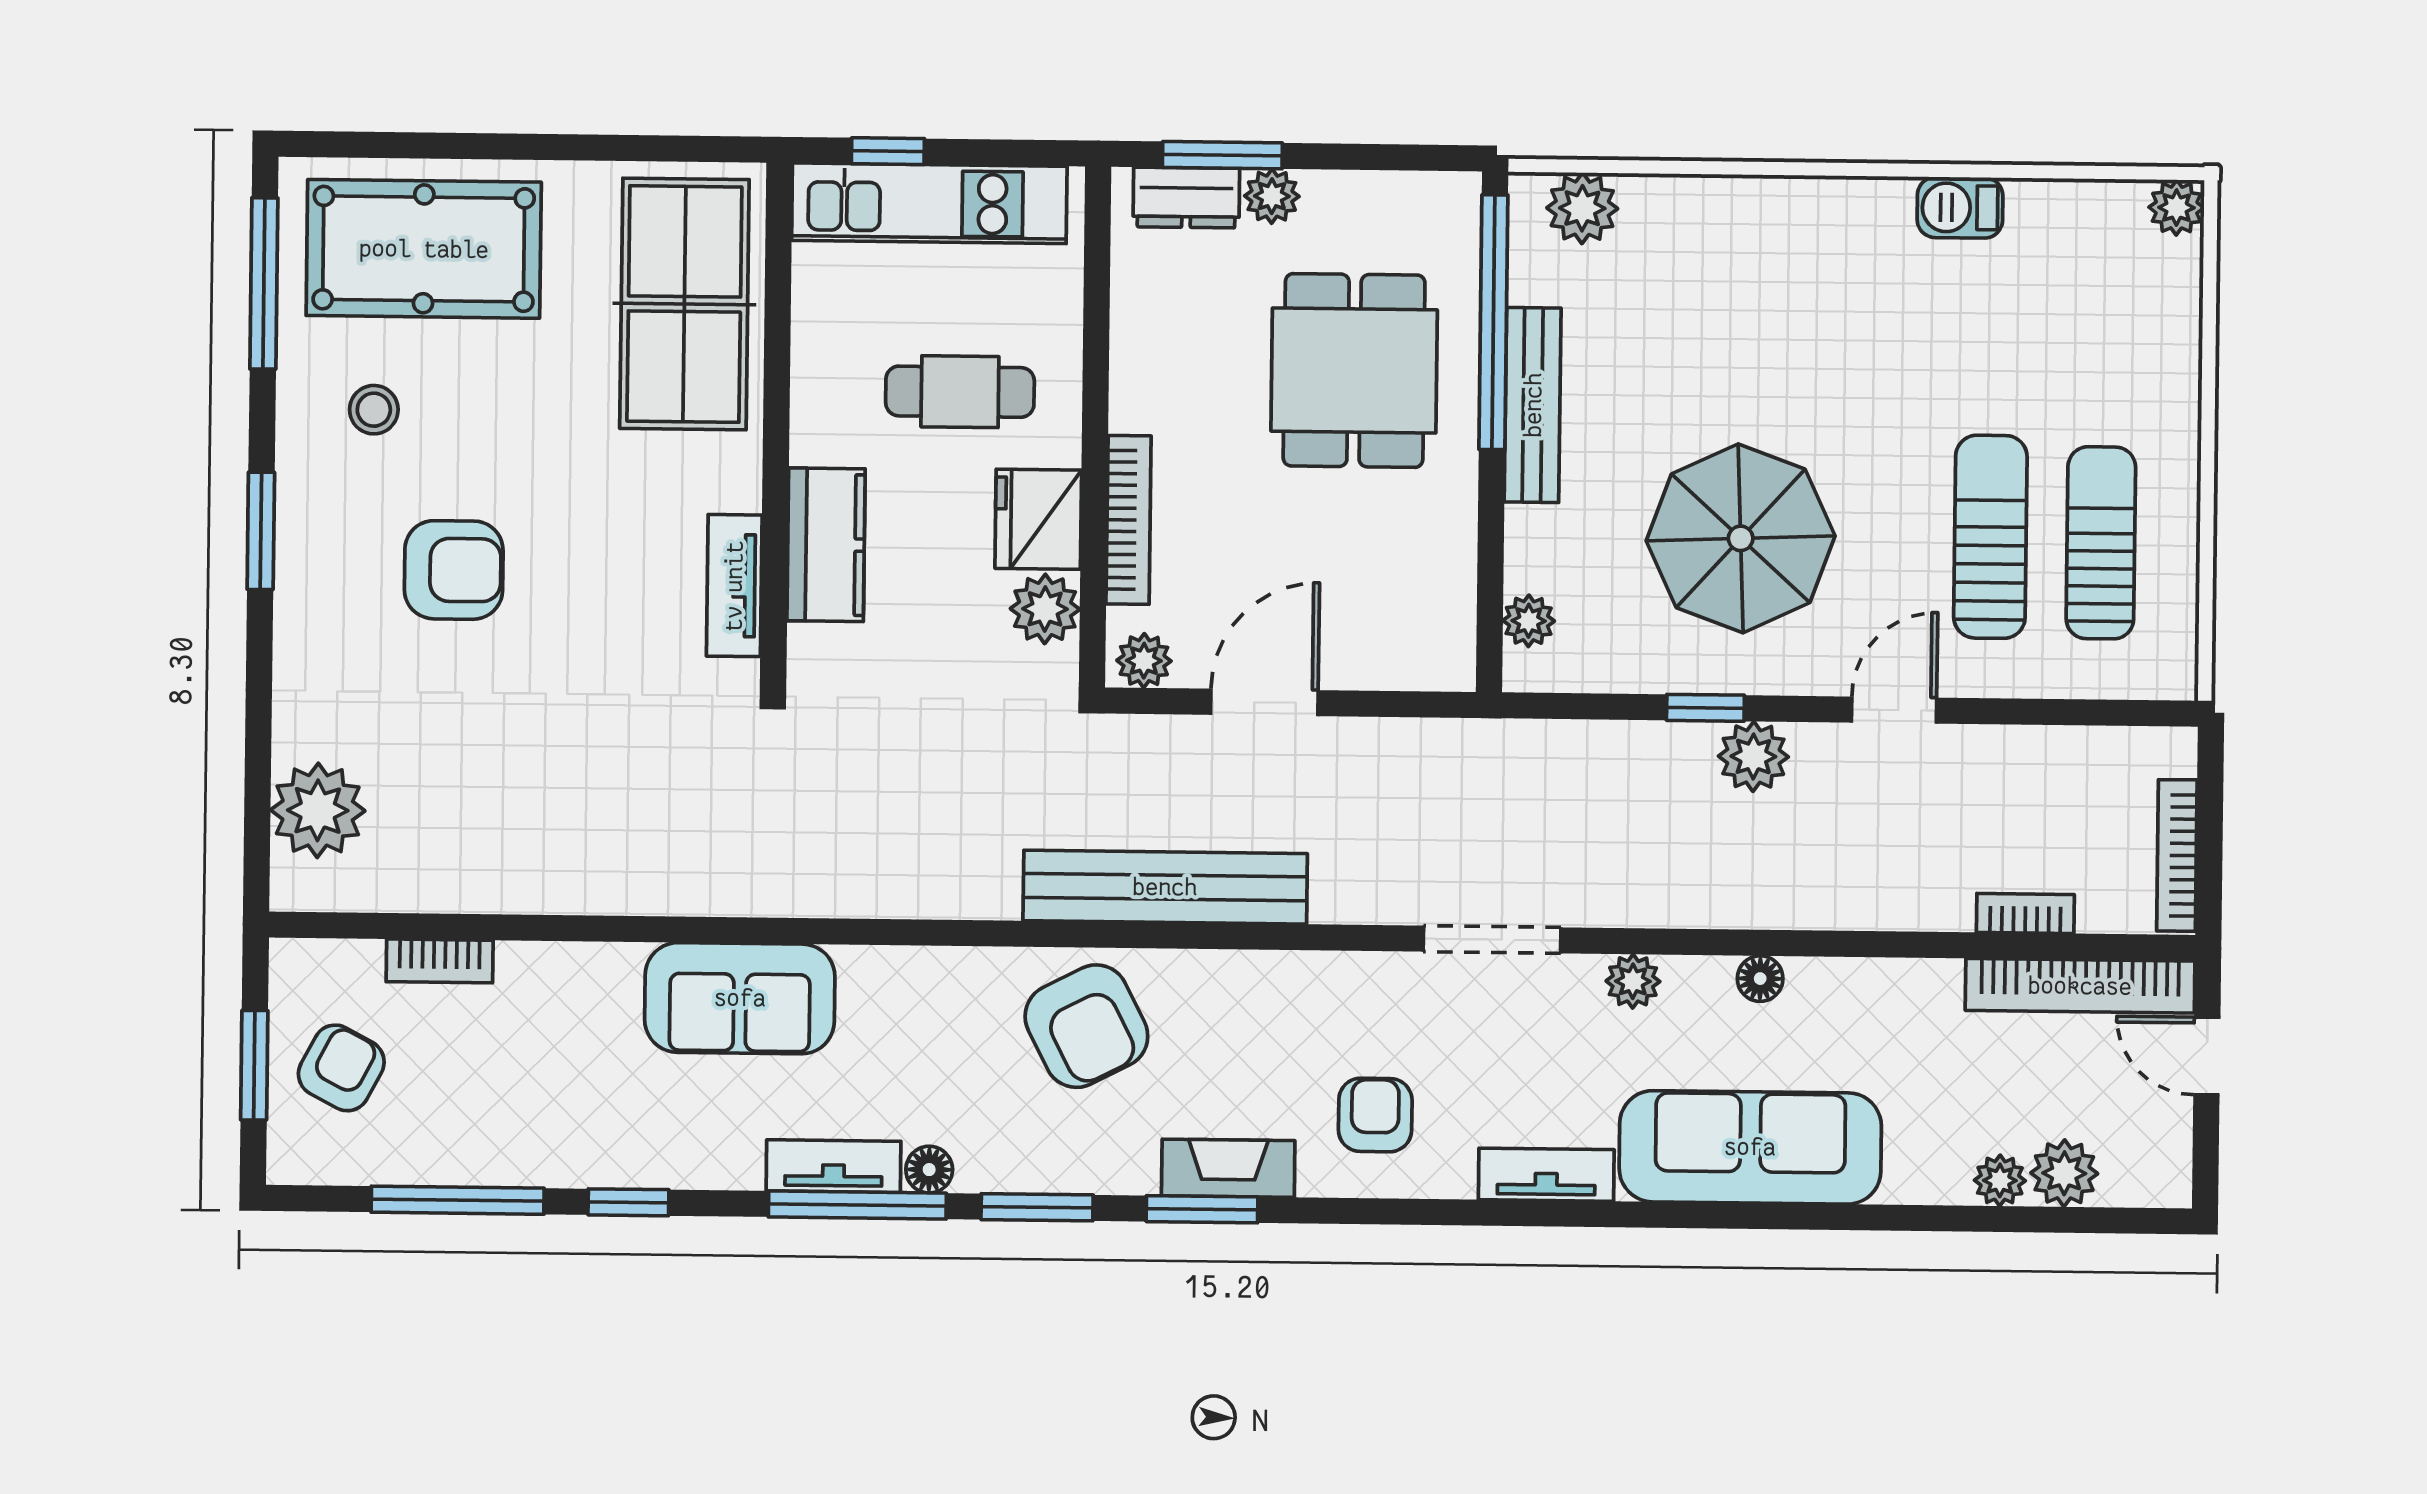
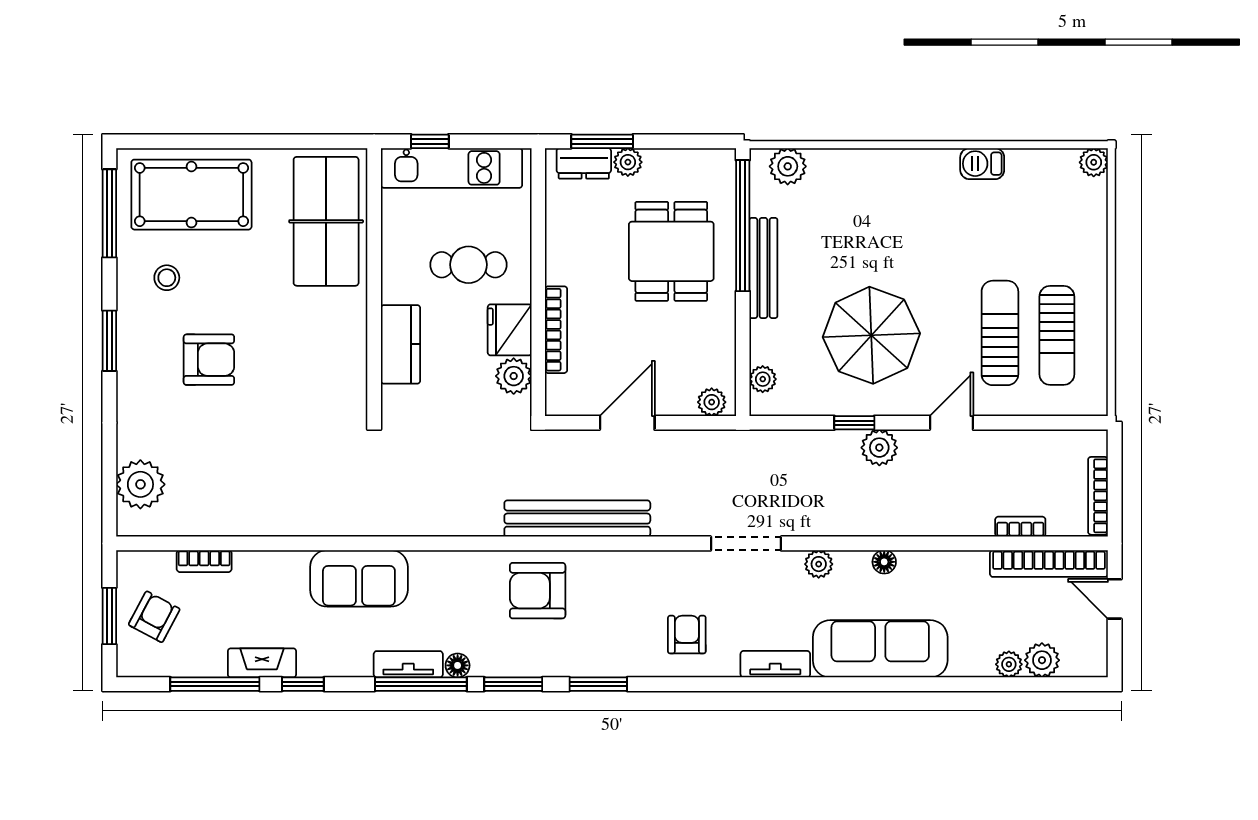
sun lounger: (2101, 543) -> (1057, 335), turned 180
tv unit: (734, 586) -> (353, 366), removed
plant: (1144, 661) -> (712, 402), moved
armchair: (1086, 1026) -> (538, 591), turned 117
fireplace: (1228, 1168) -> (262, 663), moved

